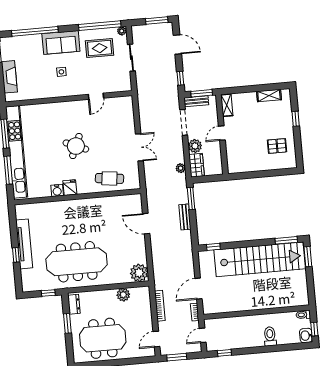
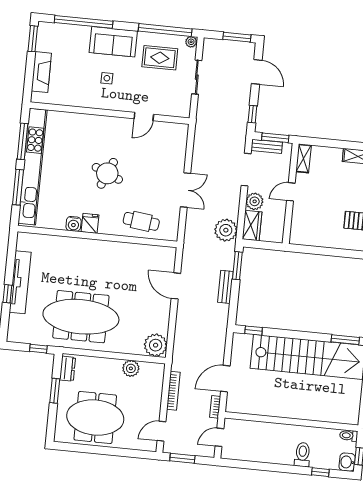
plant: (181, 168) -> (226, 230), width x1.88, depth x1.88
window: (224, 353) -> (320, 472), moved

